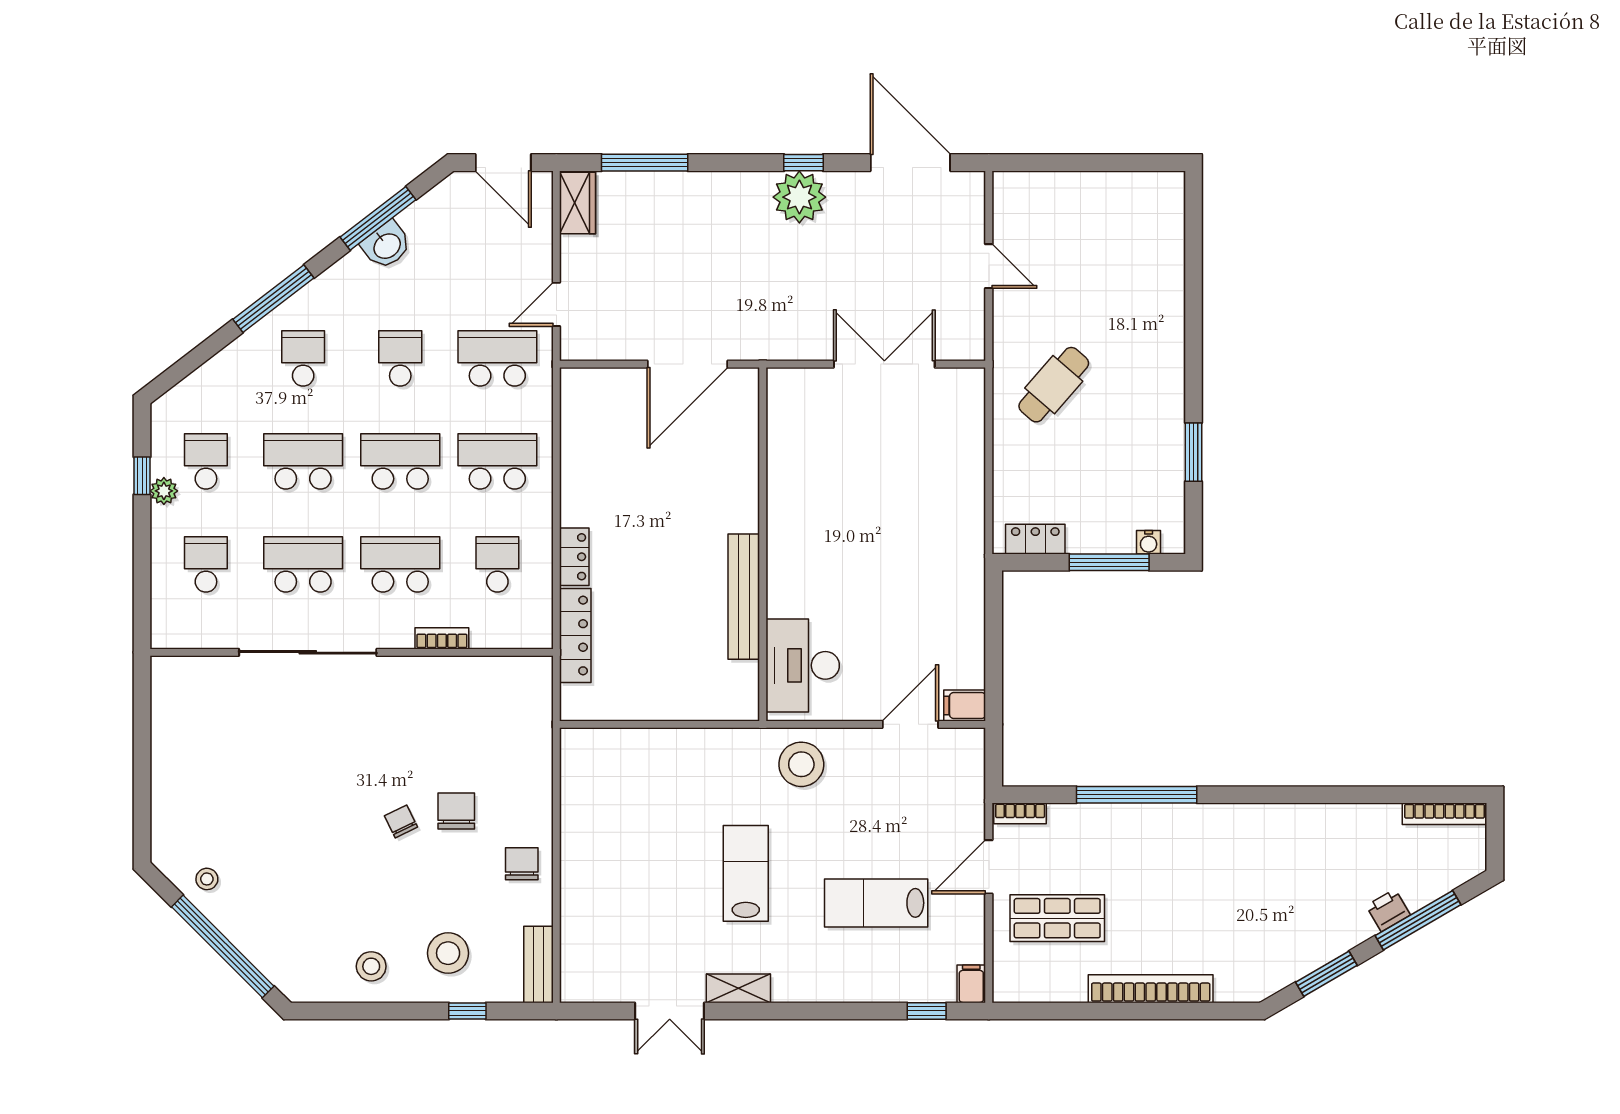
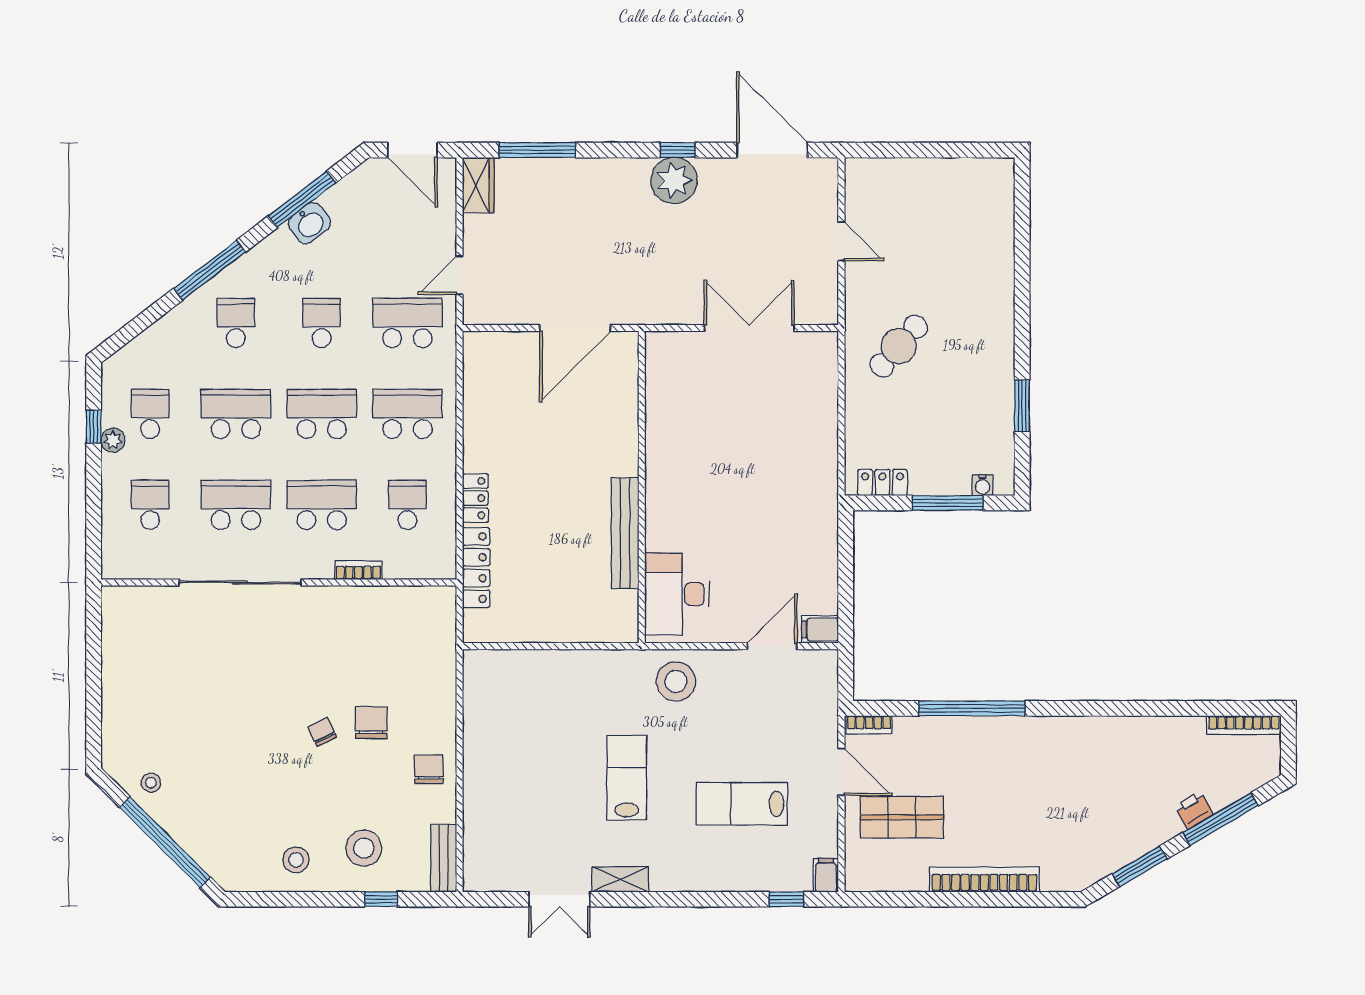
door: (989, 867) -> (841, 772), swing flipped

